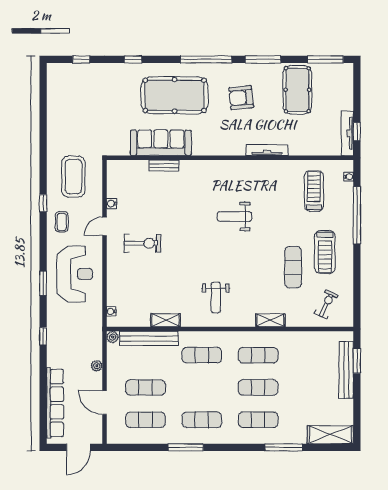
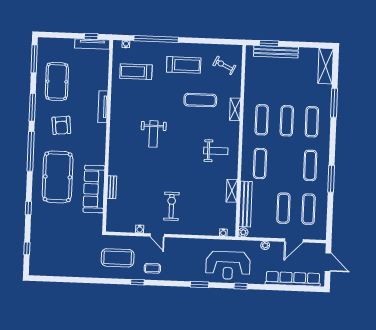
pool table: (297, 90) -> (57, 81), turned 90
exercise mat: (293, 267) -> (200, 100), moved
reception desk: (75, 274) -> (228, 265), moved, turned 180

